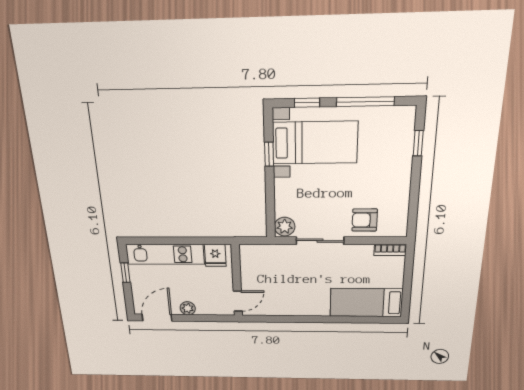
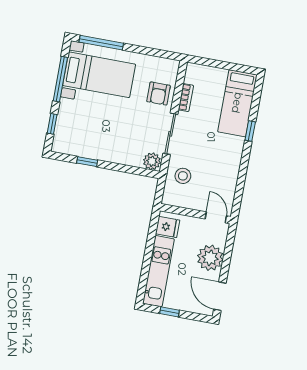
bed with nightstands: (315, 143) -> (99, 75), moved, turned 90
window: (418, 143) -> (101, 43), width x2.17
bookcase: (390, 250) -> (186, 98), moved
stool: (275, 262) -> (183, 176), added
plant: (188, 308) -> (210, 258), width x1.88, depth x1.88
window: (338, 319) -> (250, 131), added

